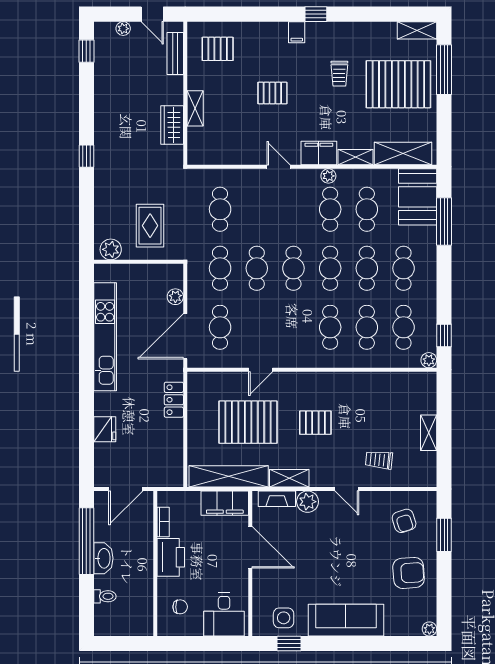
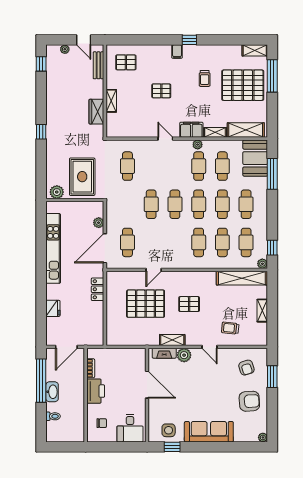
rug: (150, 226) -> (82, 177), width x1.36, depth x1.43
cafe table: (220, 268) -> (127, 204), removed
shelving: (229, 476) -> (242, 278), moved
filing cabinet: (225, 503) -> (131, 356), removed

